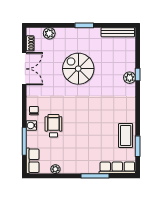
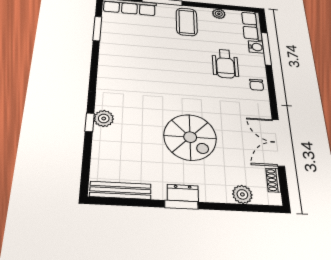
dresser: (83, 32) -> (183, 193), added
water cooler: (31, 125) -> (256, 47), moved
coffee table: (126, 135) -> (187, 22), moved

